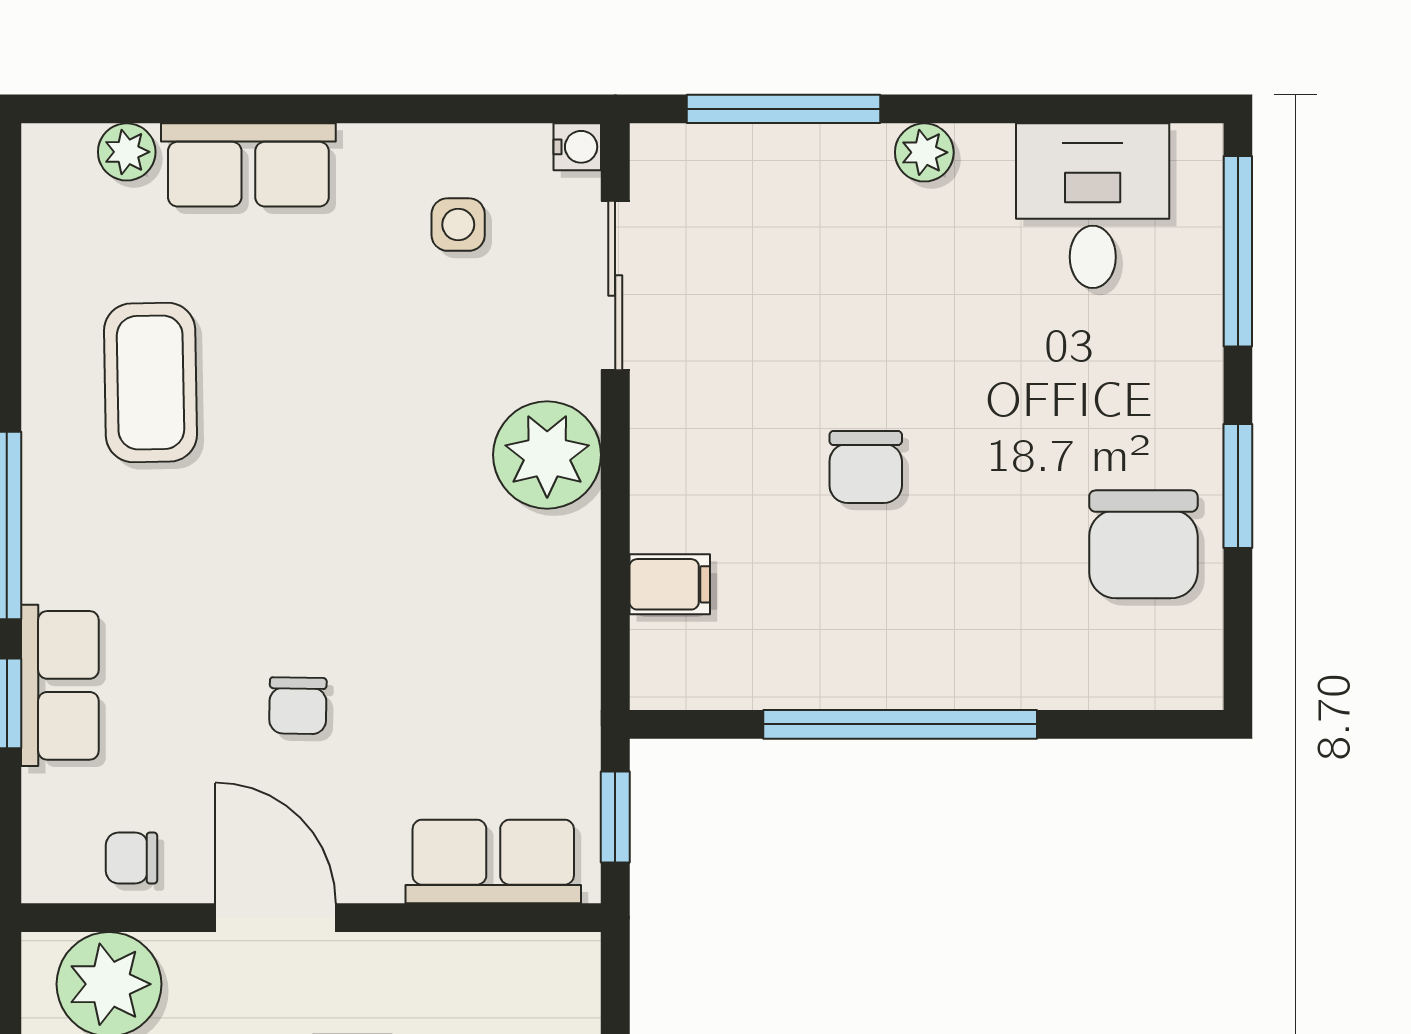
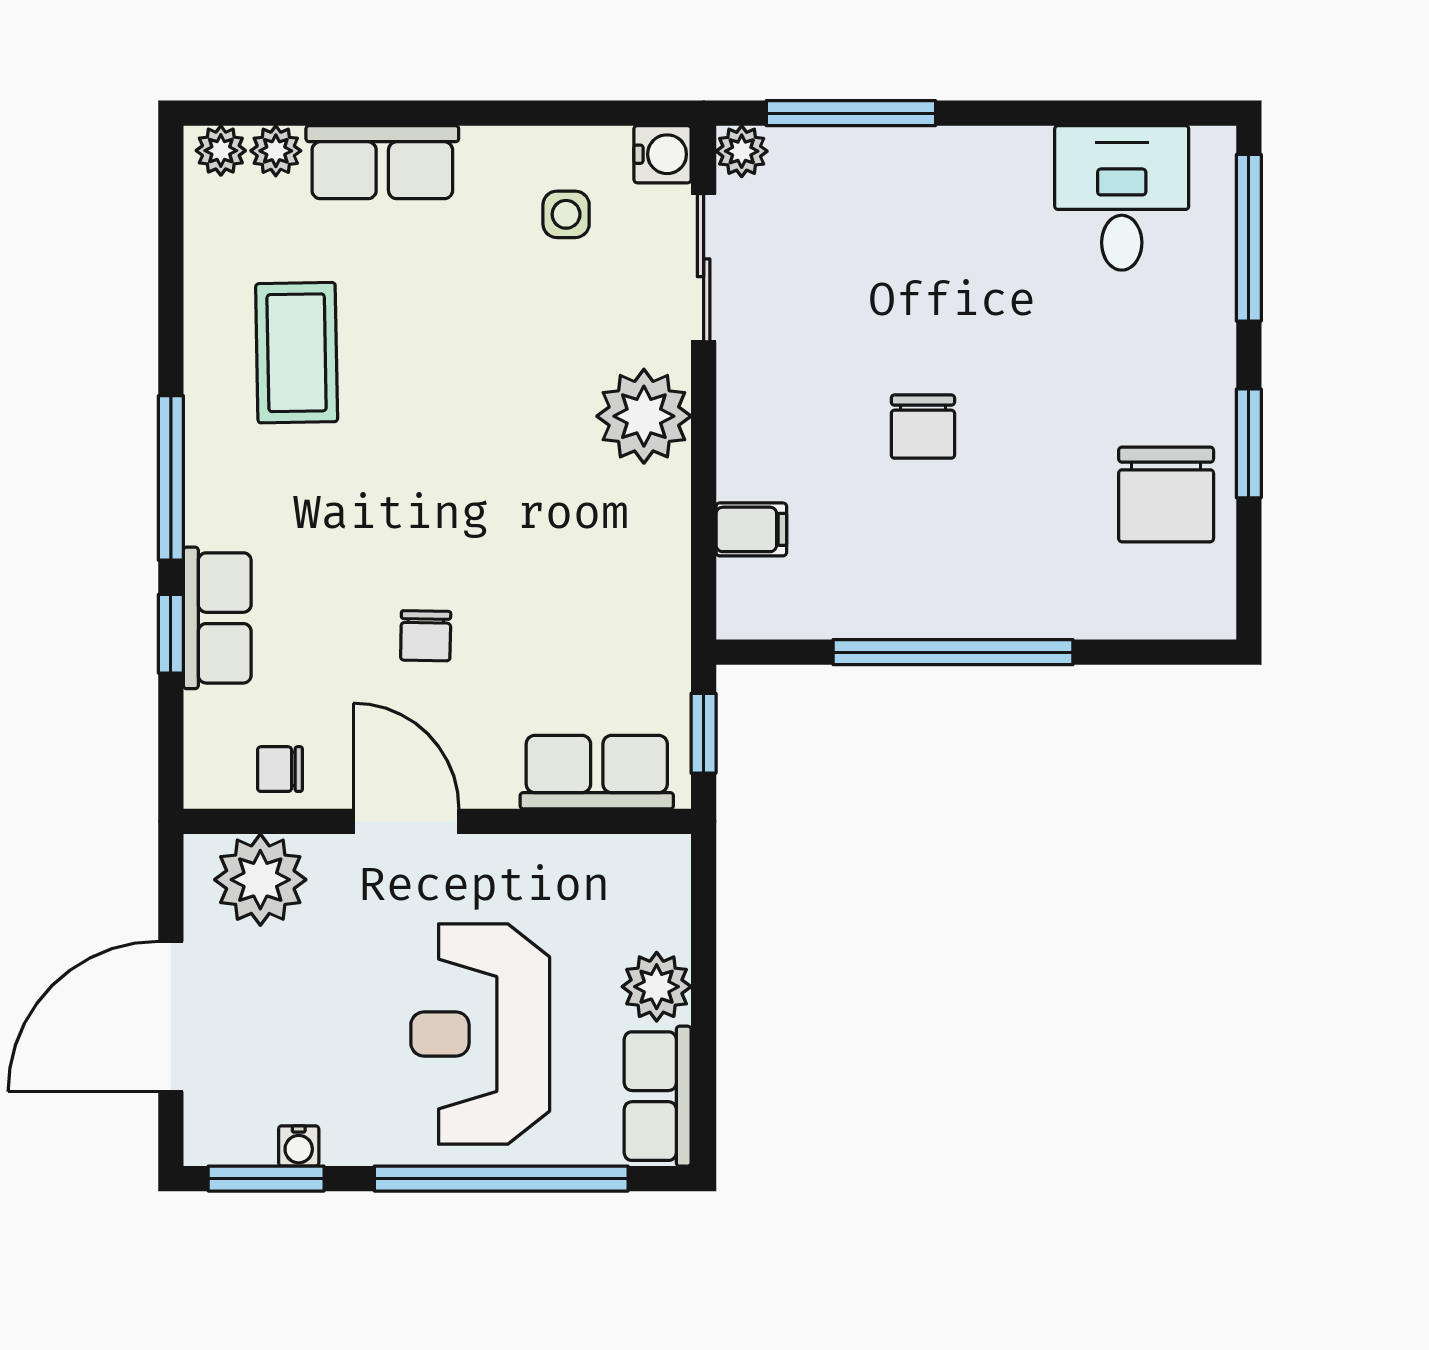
water cooler: (577, 147) -> (662, 154), width x1.38, depth x1.38
plant: (64, 152) -> (221, 151), added
plant: (924, 152) -> (742, 151), moved

